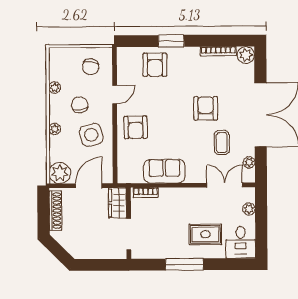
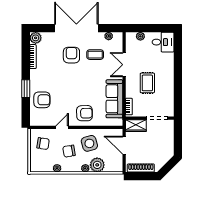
door: (115, 95) -> (62, 127), hinge flipped
armchair: (206, 108) -> (71, 55), moved, turned 90
sofa: (164, 171) -> (114, 99), width x1.36
plant: (60, 173) -> (97, 165), moved
double door: (225, 185) -> (124, 65), moved
rug: (205, 234) -> (147, 83), moved
window: (184, 264) -> (178, 80), removed

